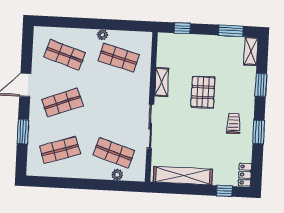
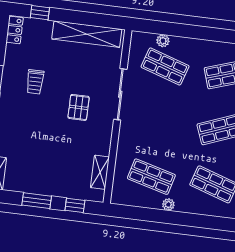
window: (231, 31) -> (37, 201), moved
shelving: (162, 82) -> (100, 172), moved
pallet: (203, 92) -> (79, 107), moved, width x0.67, depth x0.71
trolley: (234, 123) -> (35, 82), moved

